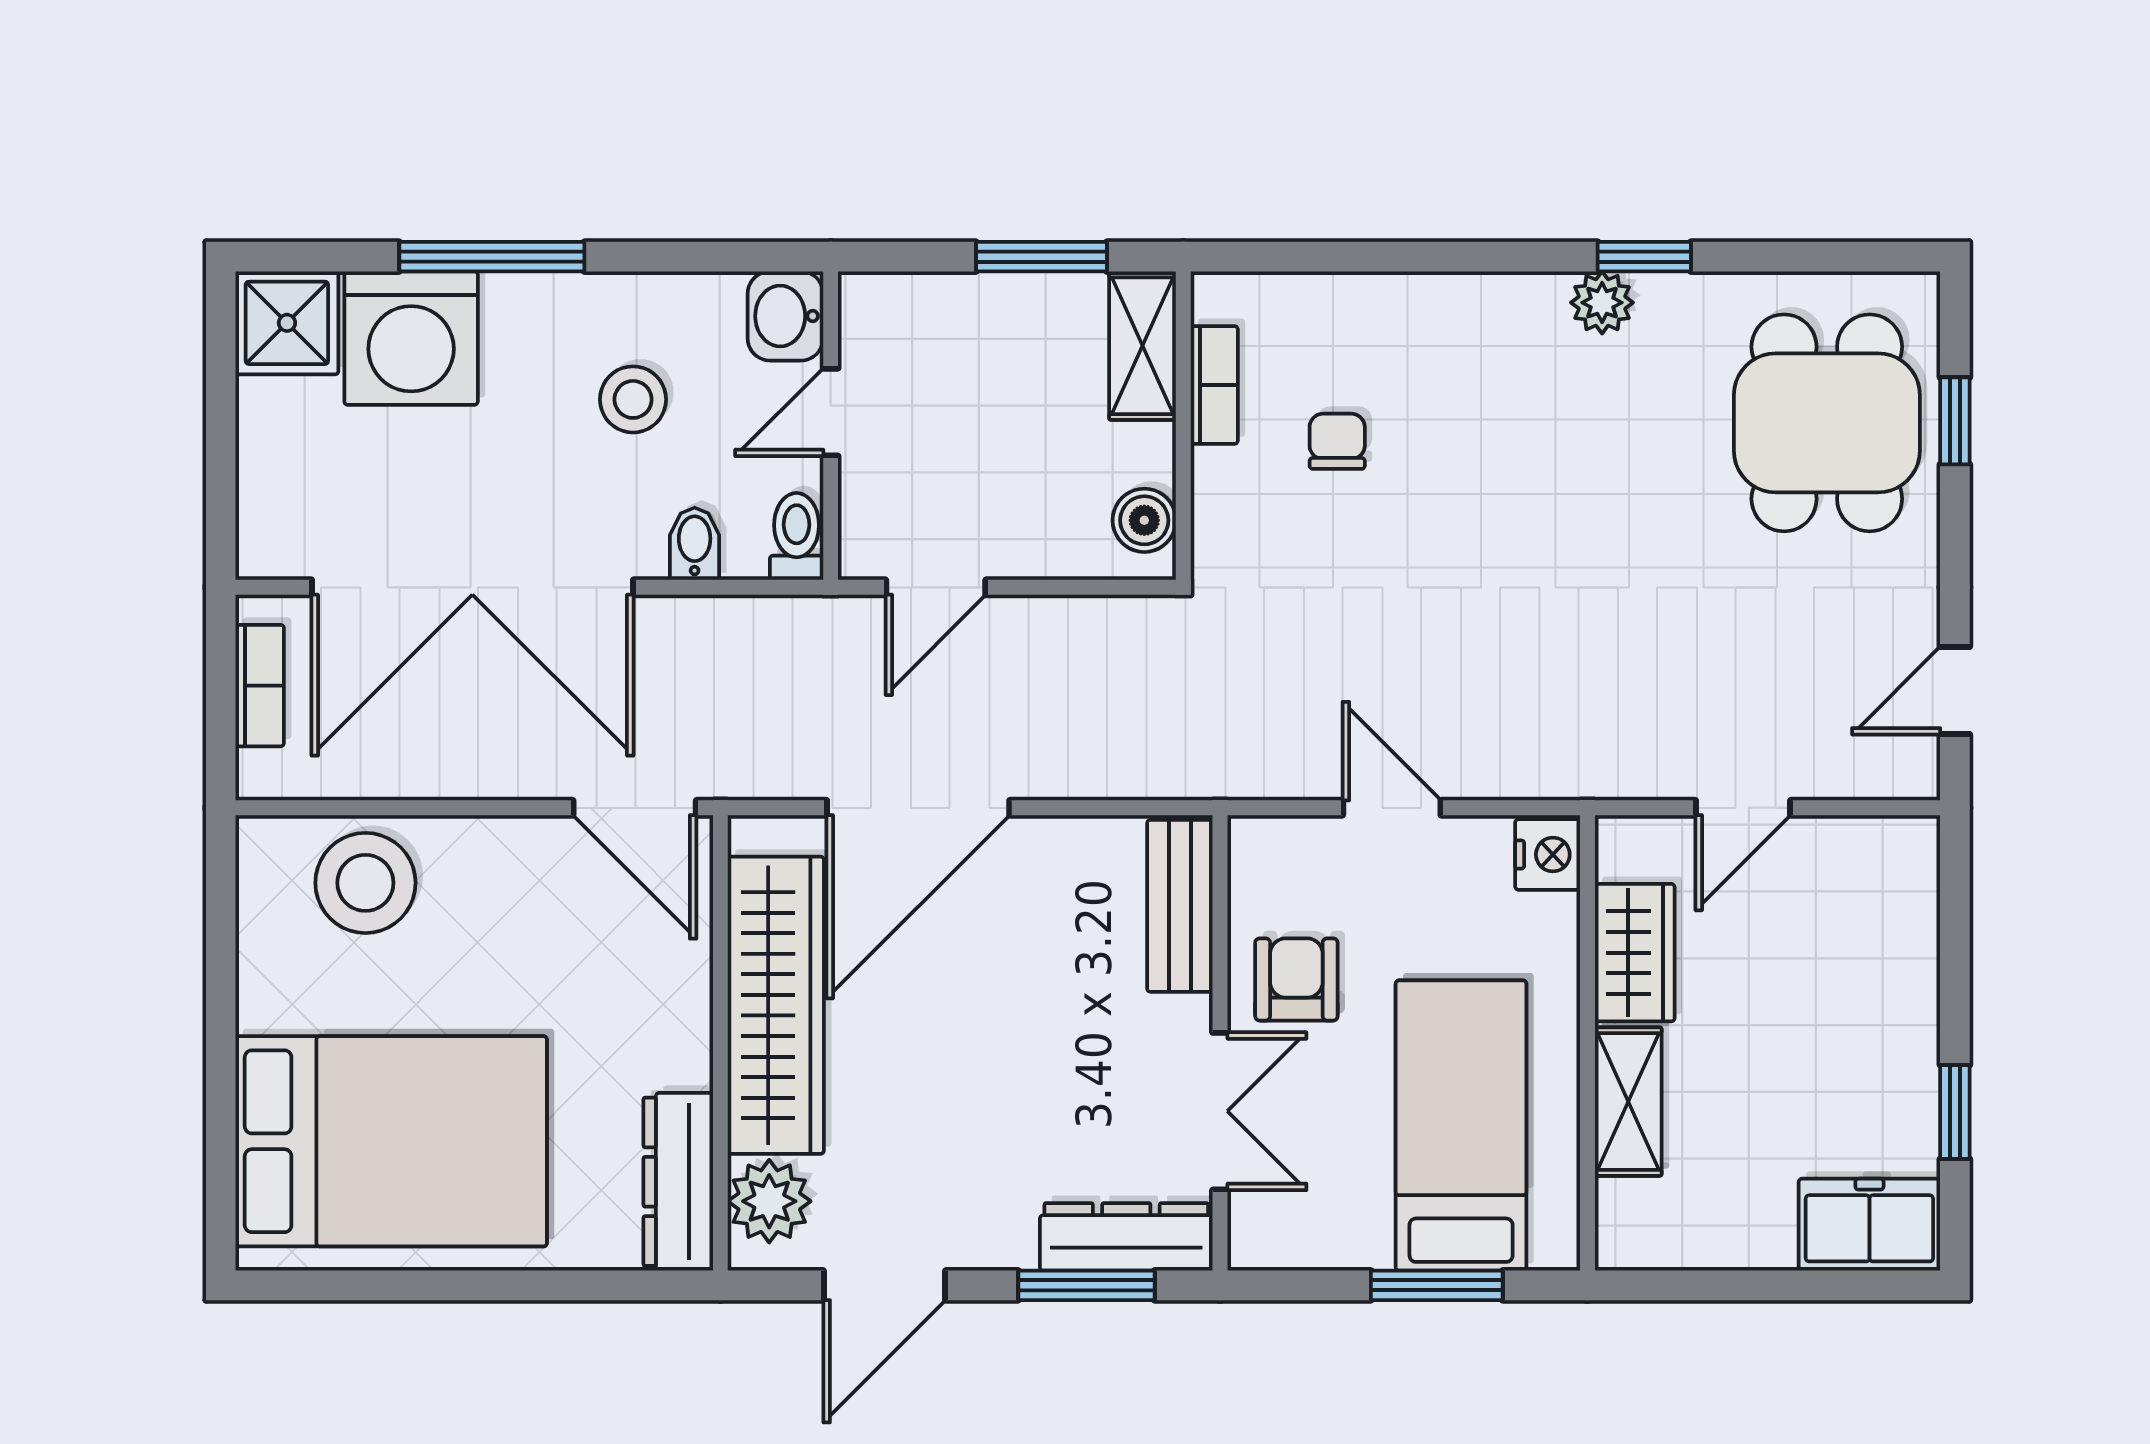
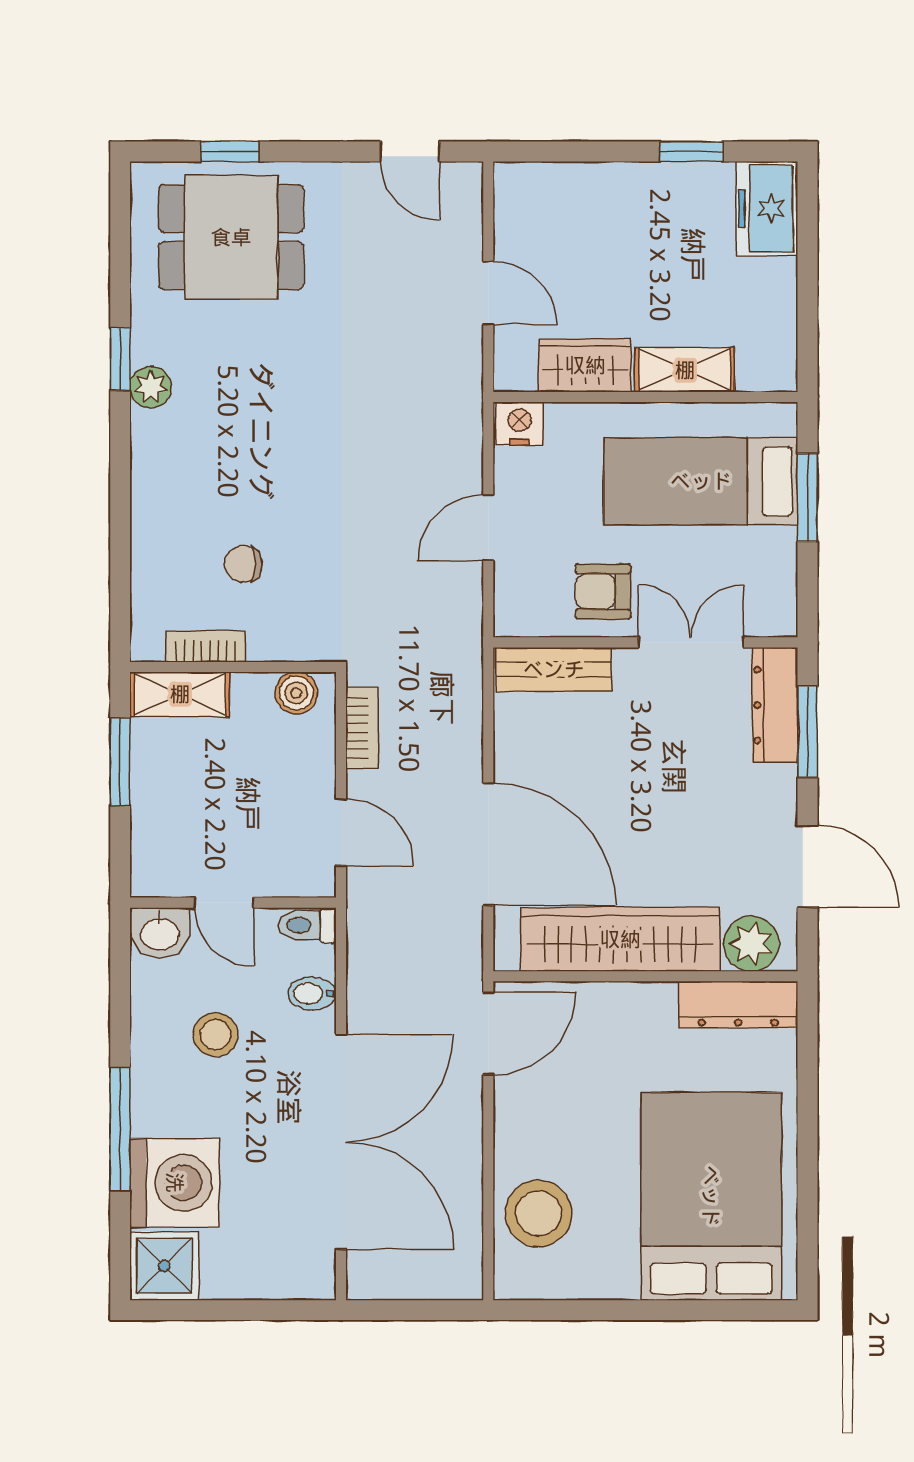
bookcase: (260, 686) -> (362, 728), moved, turned 90

